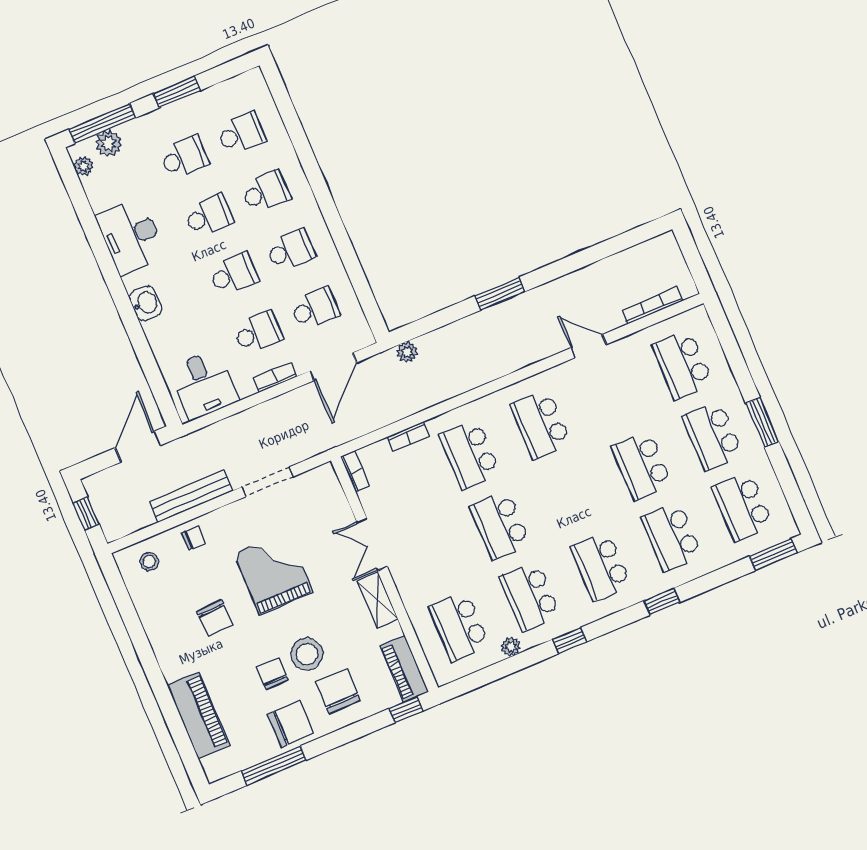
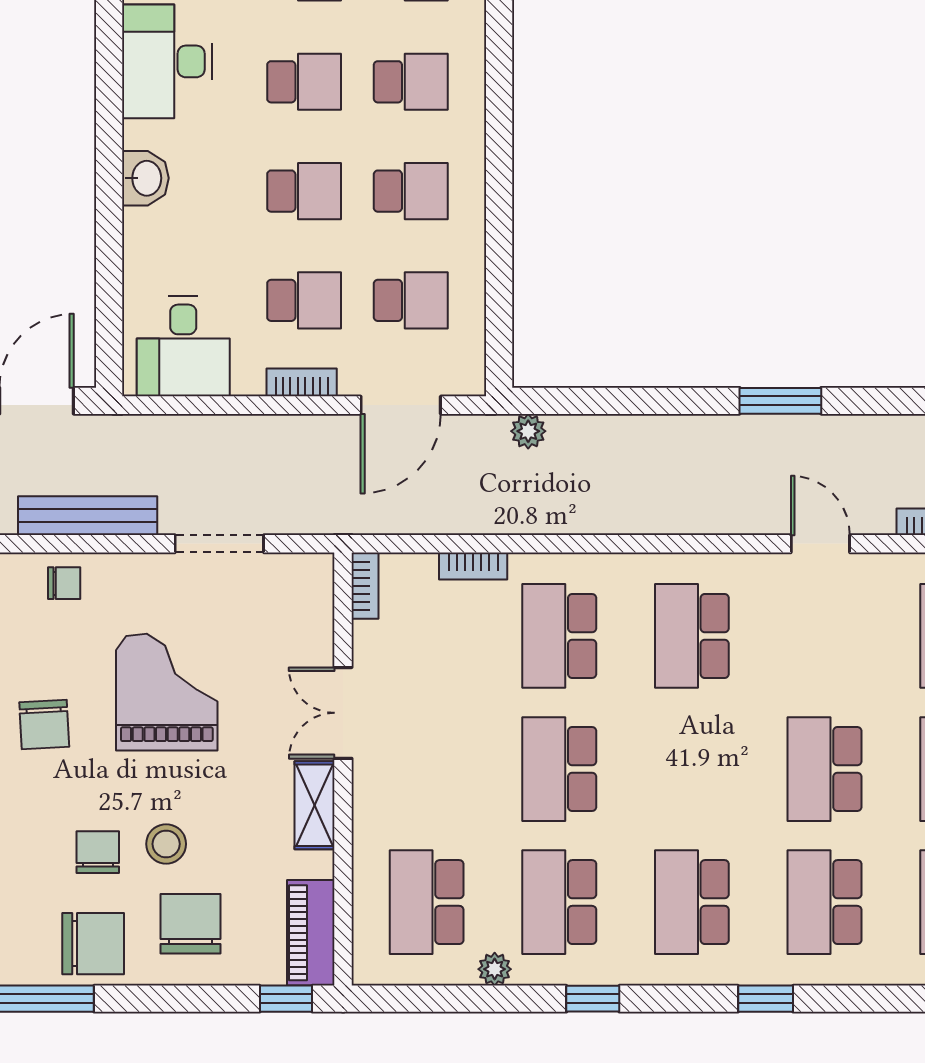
window: (500, 294) -> (780, 401), moved
stool: (307, 654) -> (166, 844), width x0.73, depth x0.73

